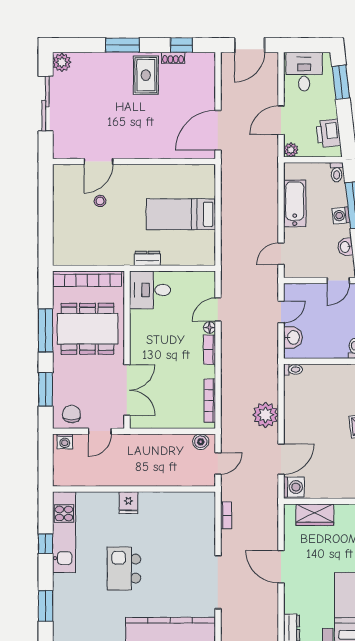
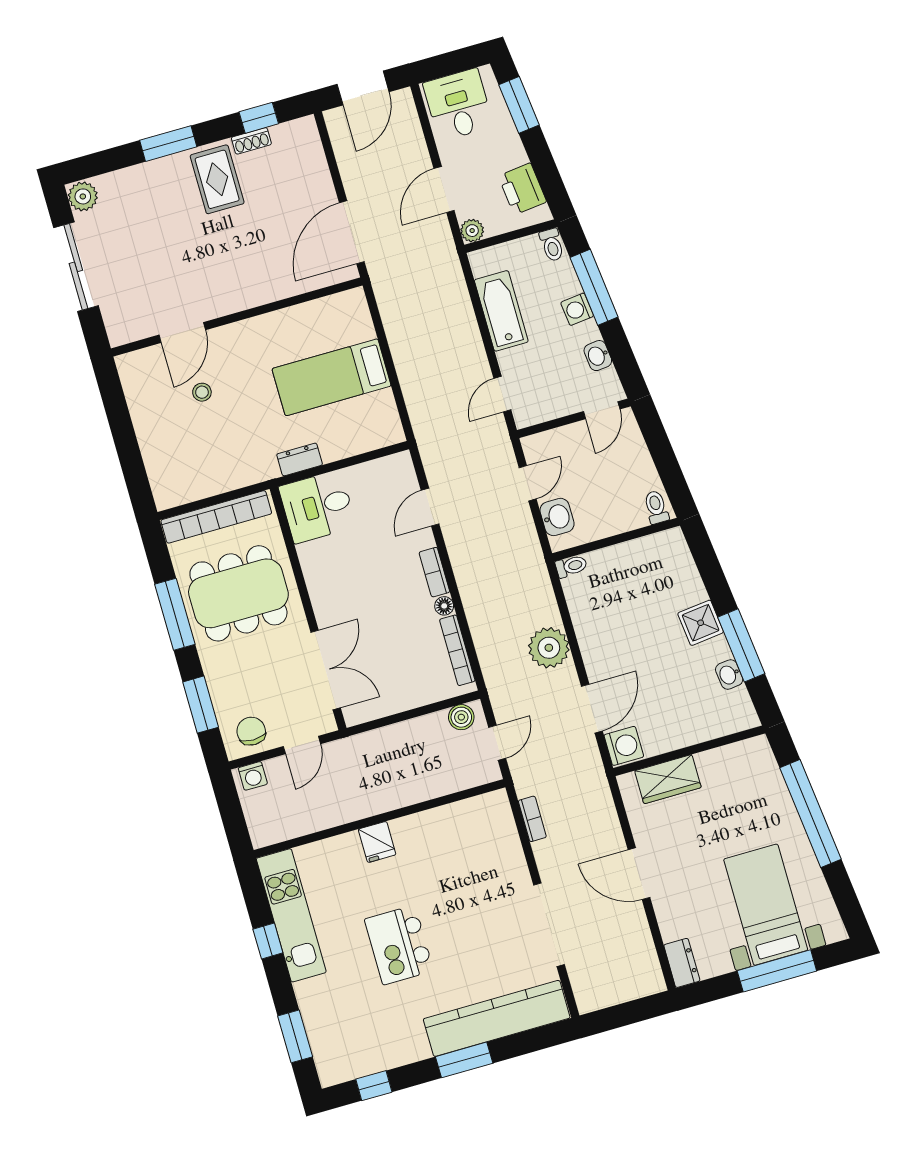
floor lamp: (210, 328) -> (444, 606), moved

